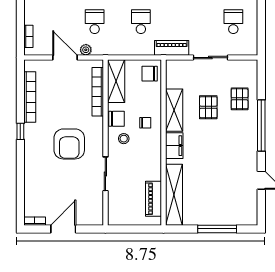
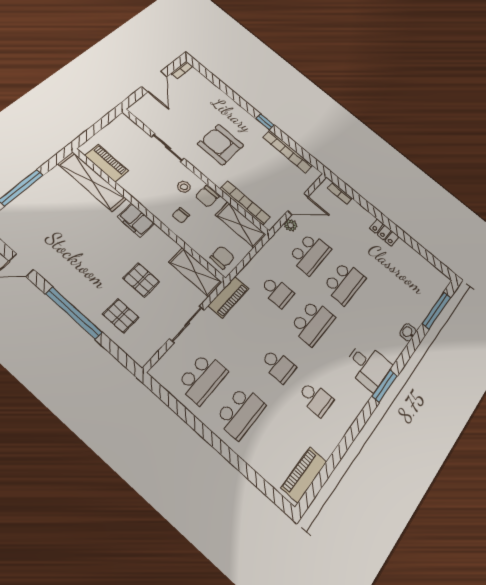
school desk: (95, 22) -> (310, 254), width x1.85
school desk: (233, 22) -> (202, 378), width x1.85
shelving: (174, 110) -> (195, 272), moved

